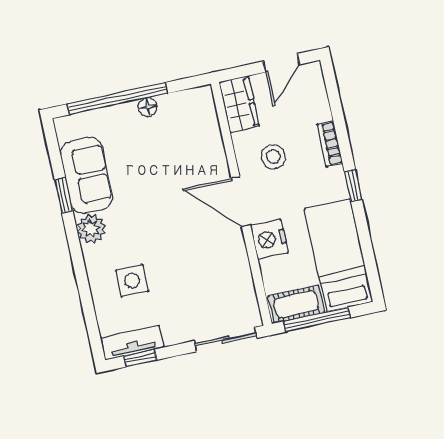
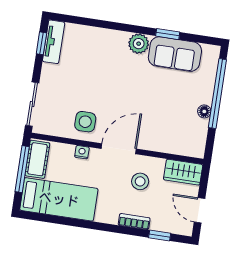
window: (353, 185) -> (160, 235), moved
nightstand: (269, 239) -> (82, 152), width x0.53, depth x0.56
side table: (132, 281) -> (85, 122), moved

